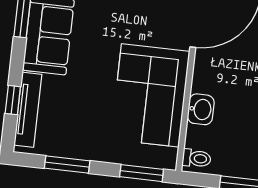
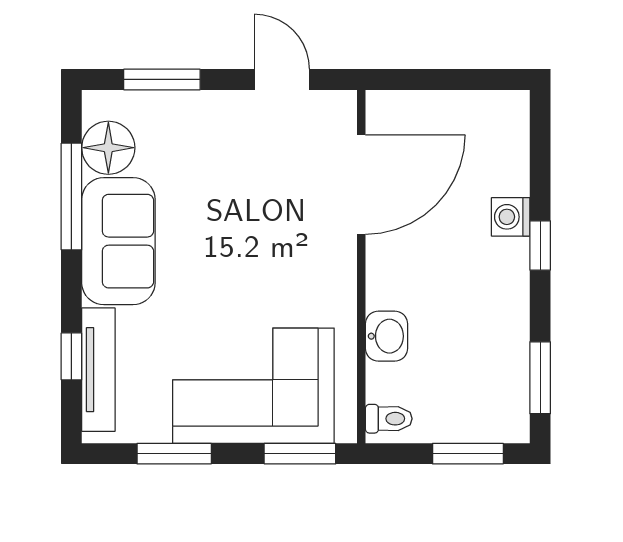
corner sofa: (150, 95) -> (253, 386), moved, turned 90

